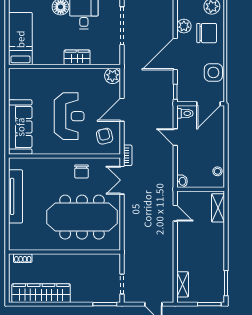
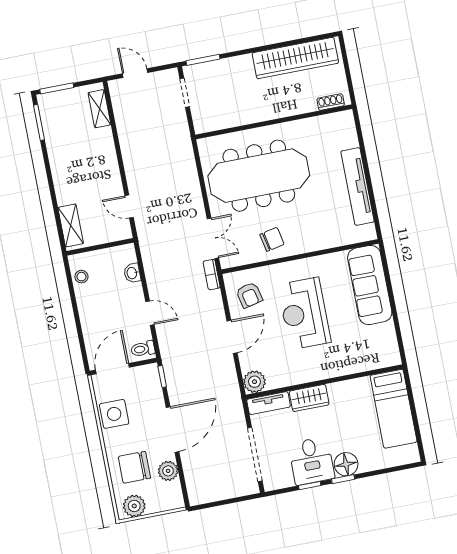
tv unit: (106, 59) -> (269, 403), added
chair: (81, 171) -> (272, 239), turned 78
washbasin: (182, 181) -> (132, 273), moved

